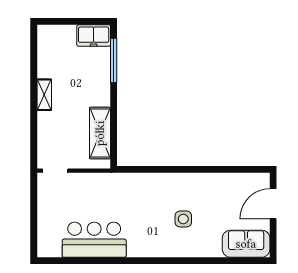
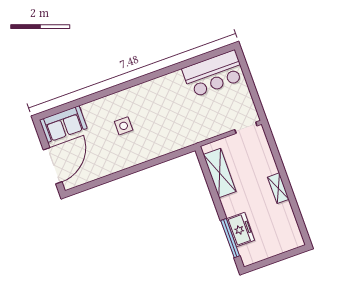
freezer: (94, 36) -> (241, 230), moved, turned 90
door: (273, 204) -> (53, 166), width x1.36
bar counter: (94, 240) -> (214, 74), moved

